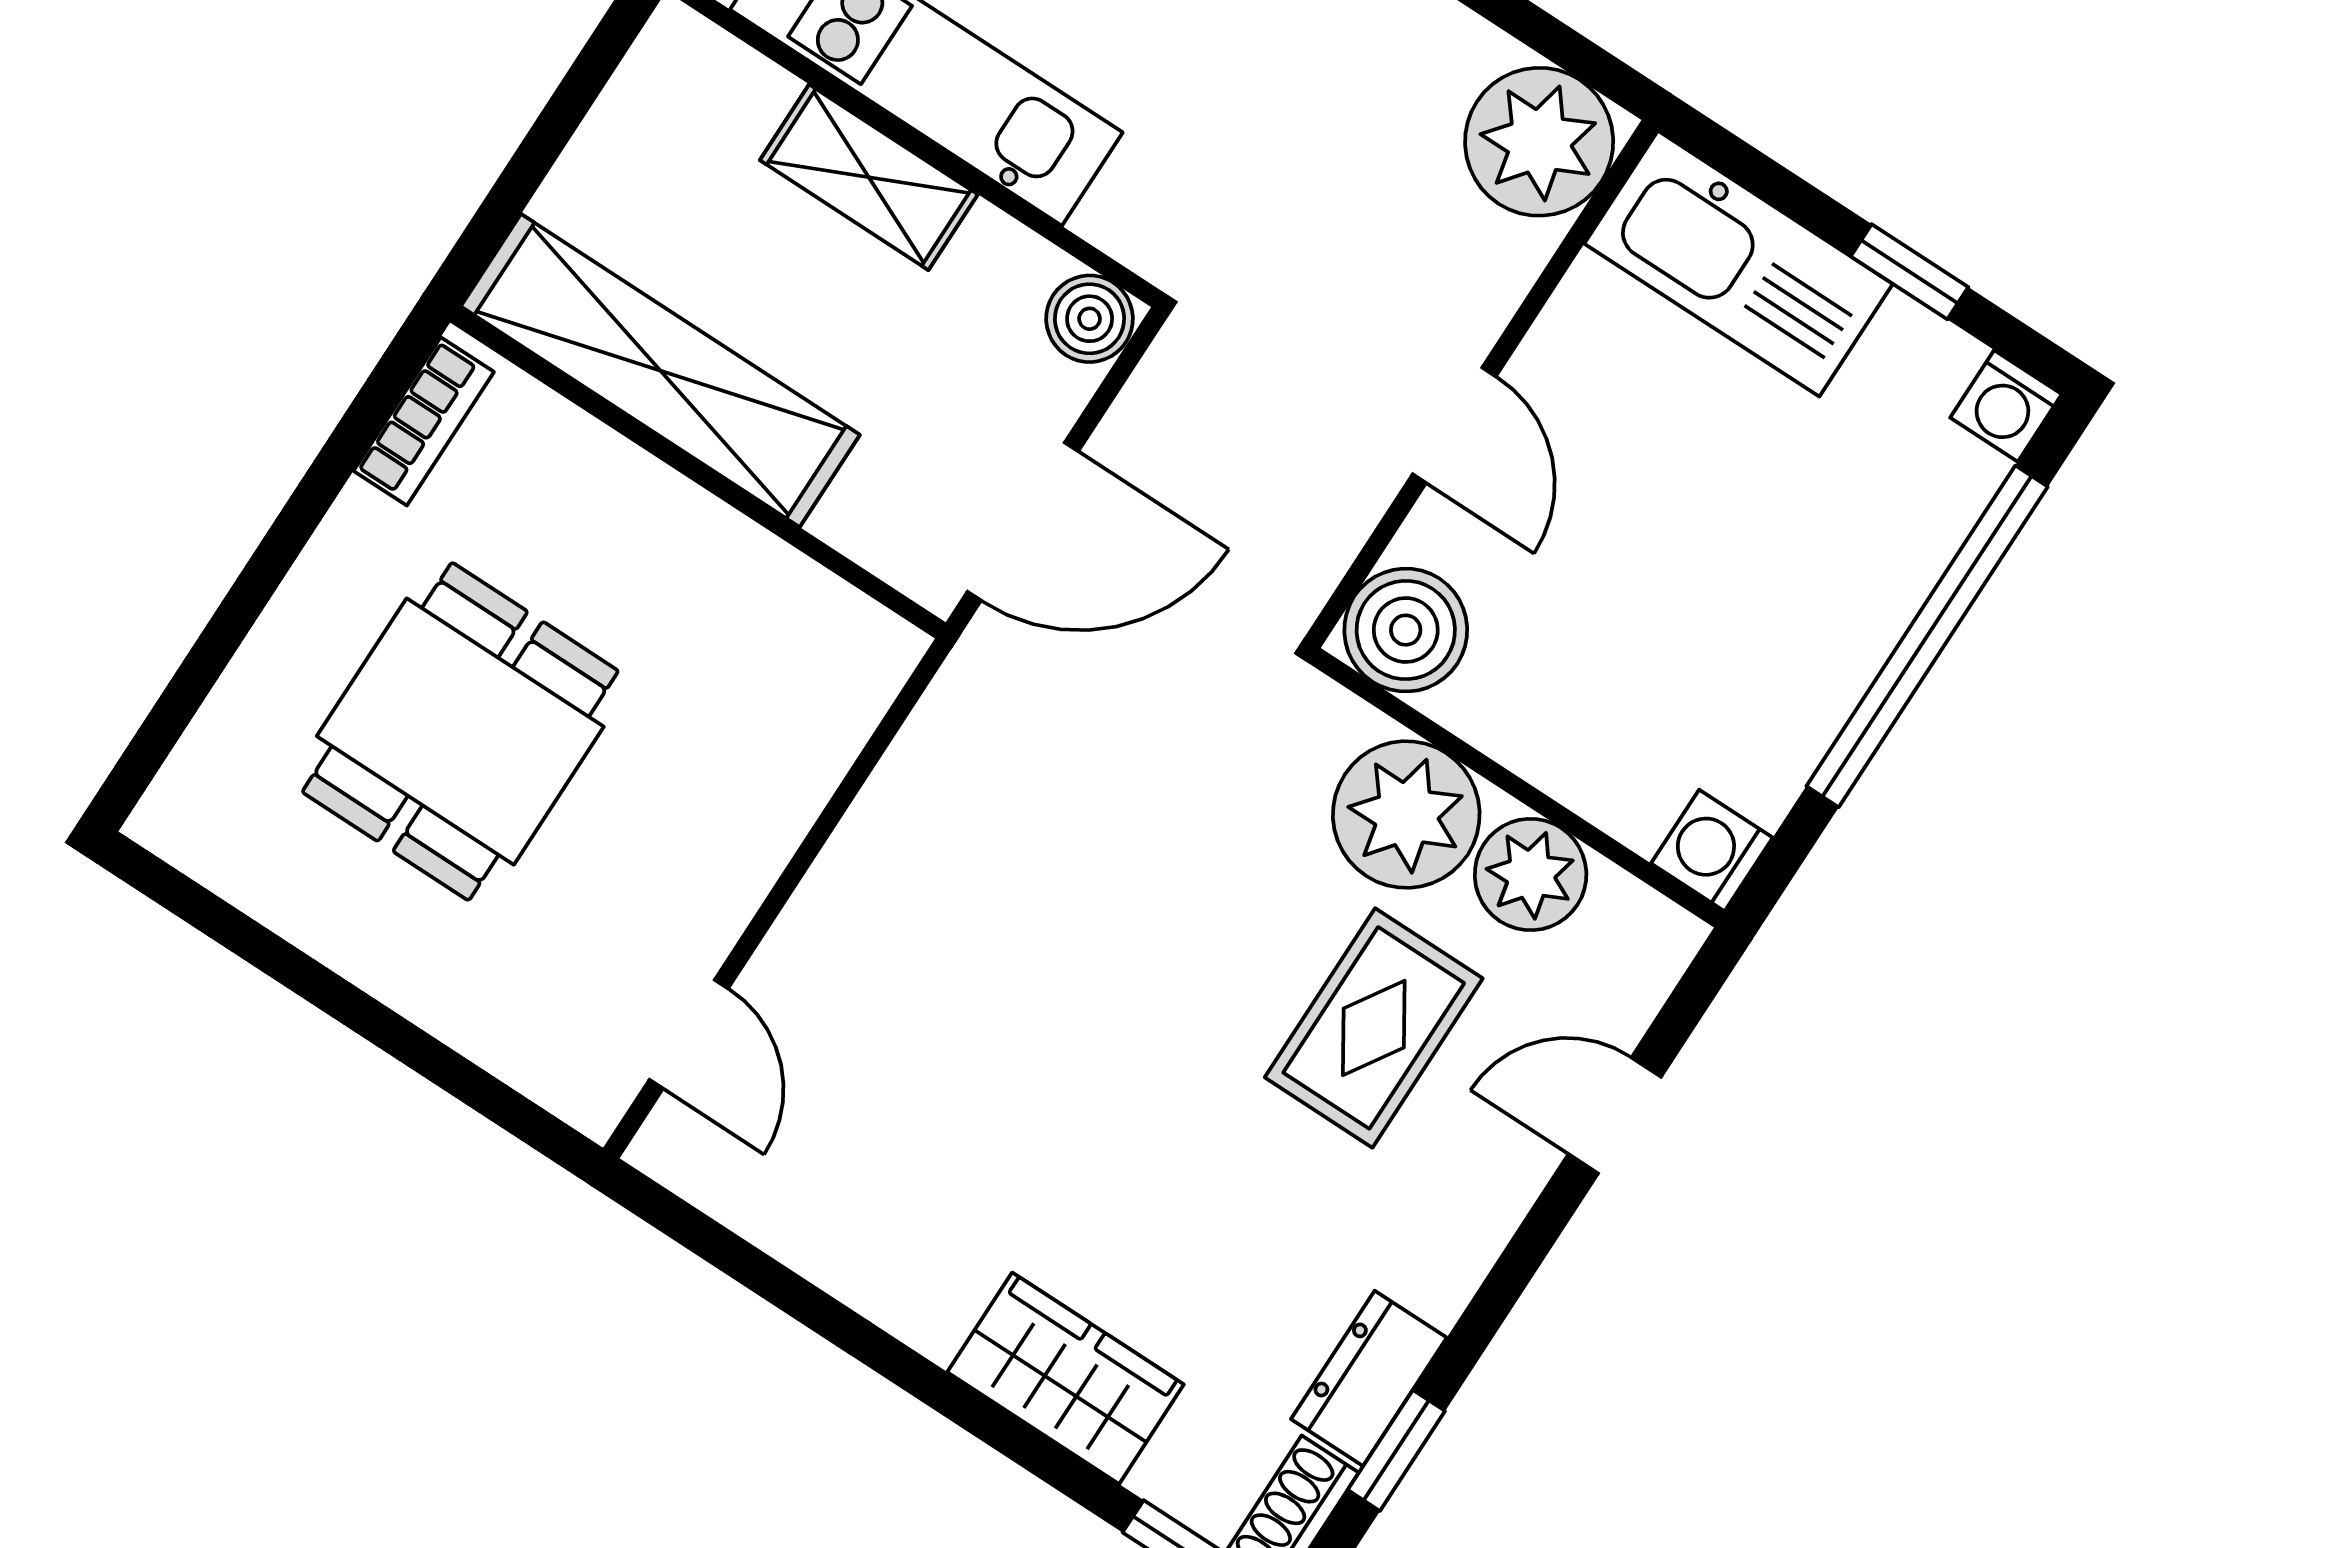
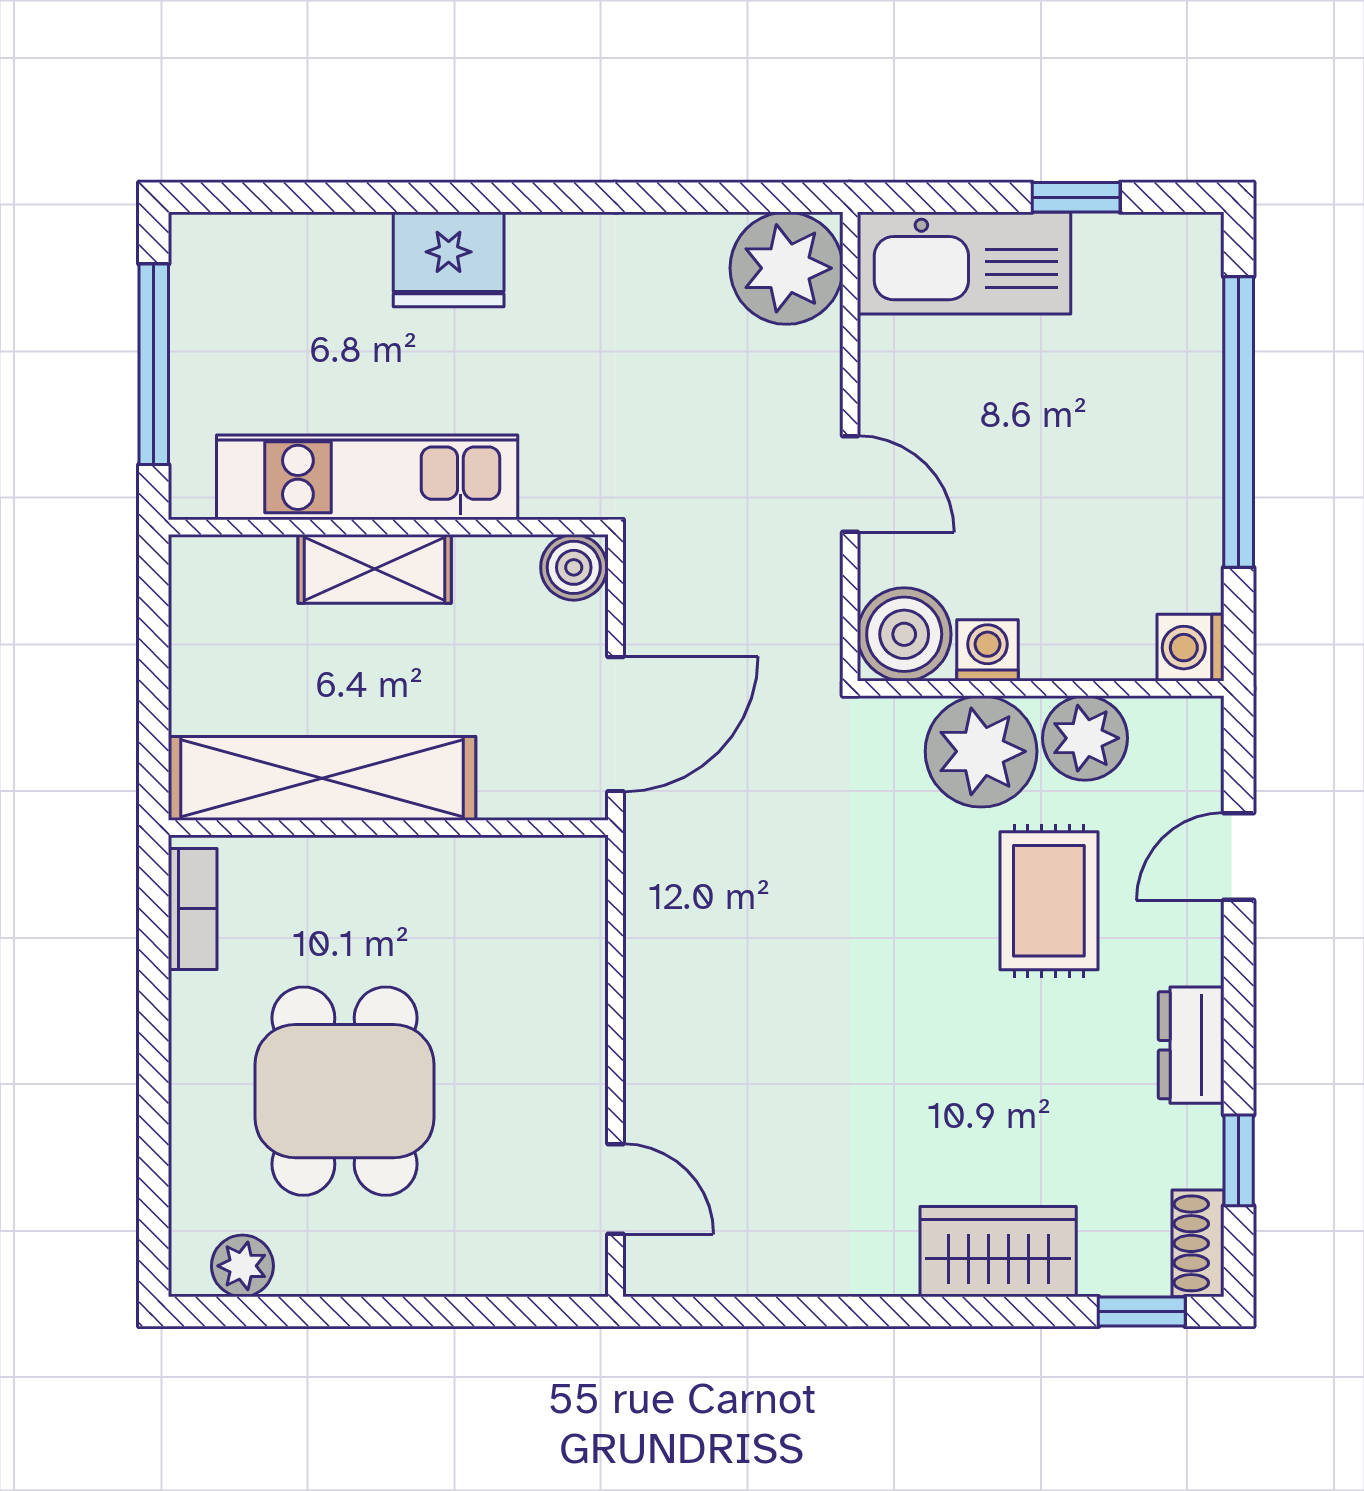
washing machine: (2006, 406) -> (987, 650), moved, turned 180
plant: (222, 851) -> (242, 1266), added
dresser: (1369, 1378) -> (1191, 1045), moved

